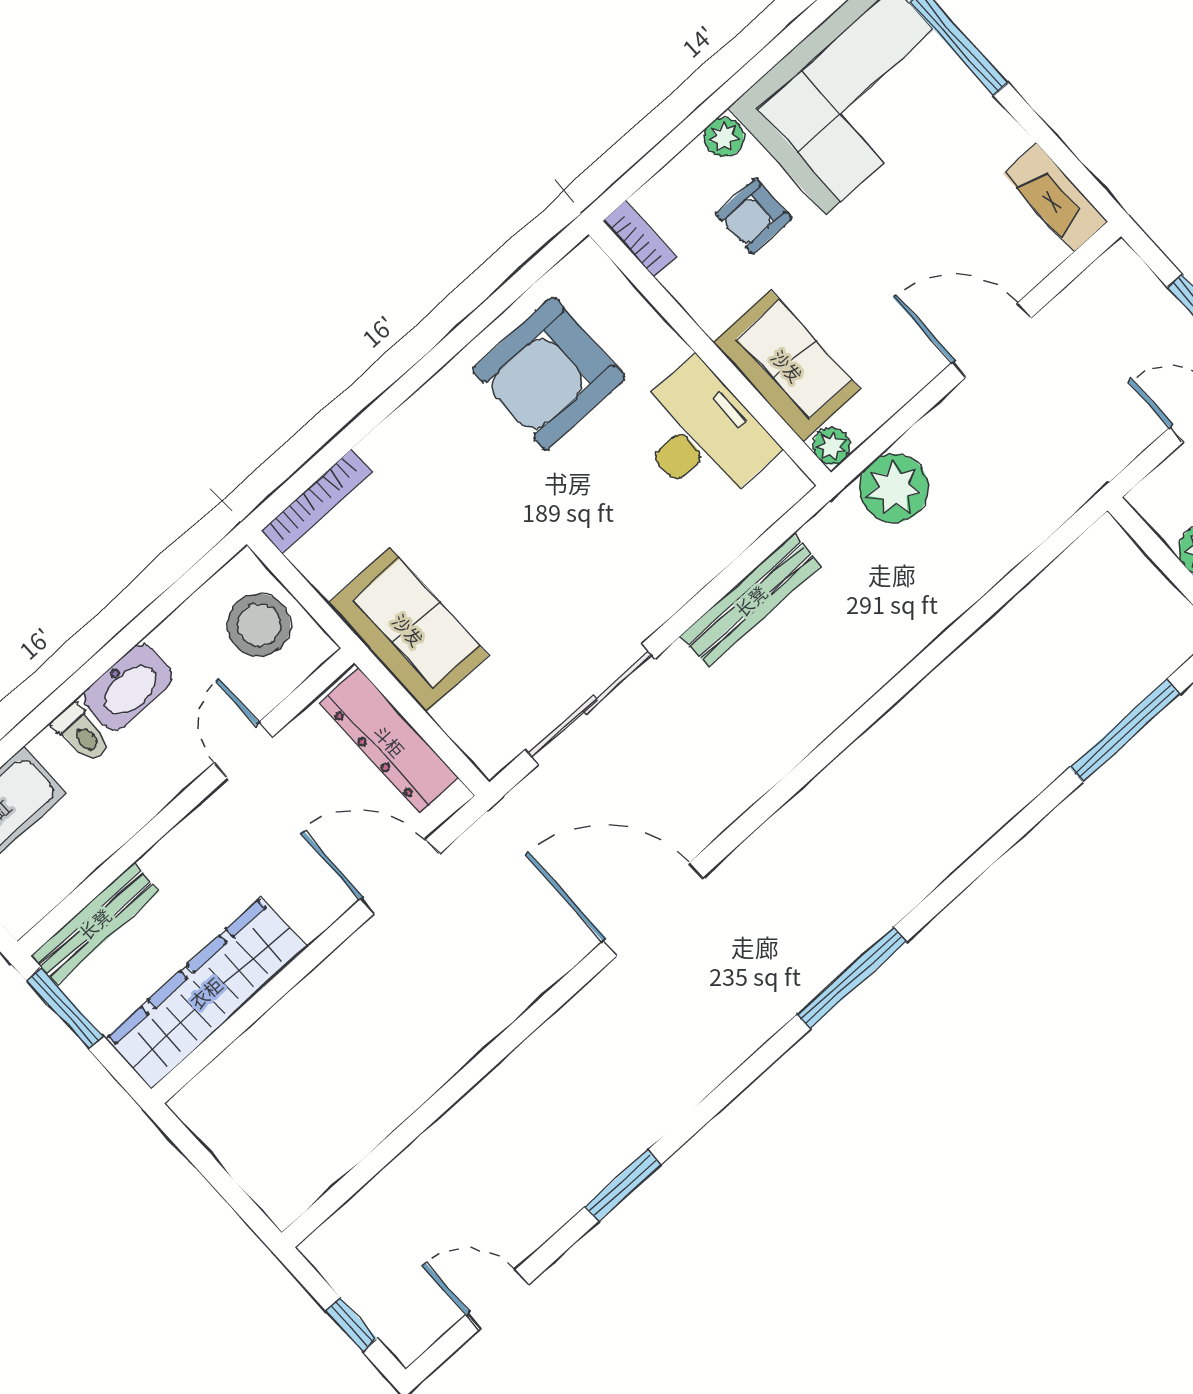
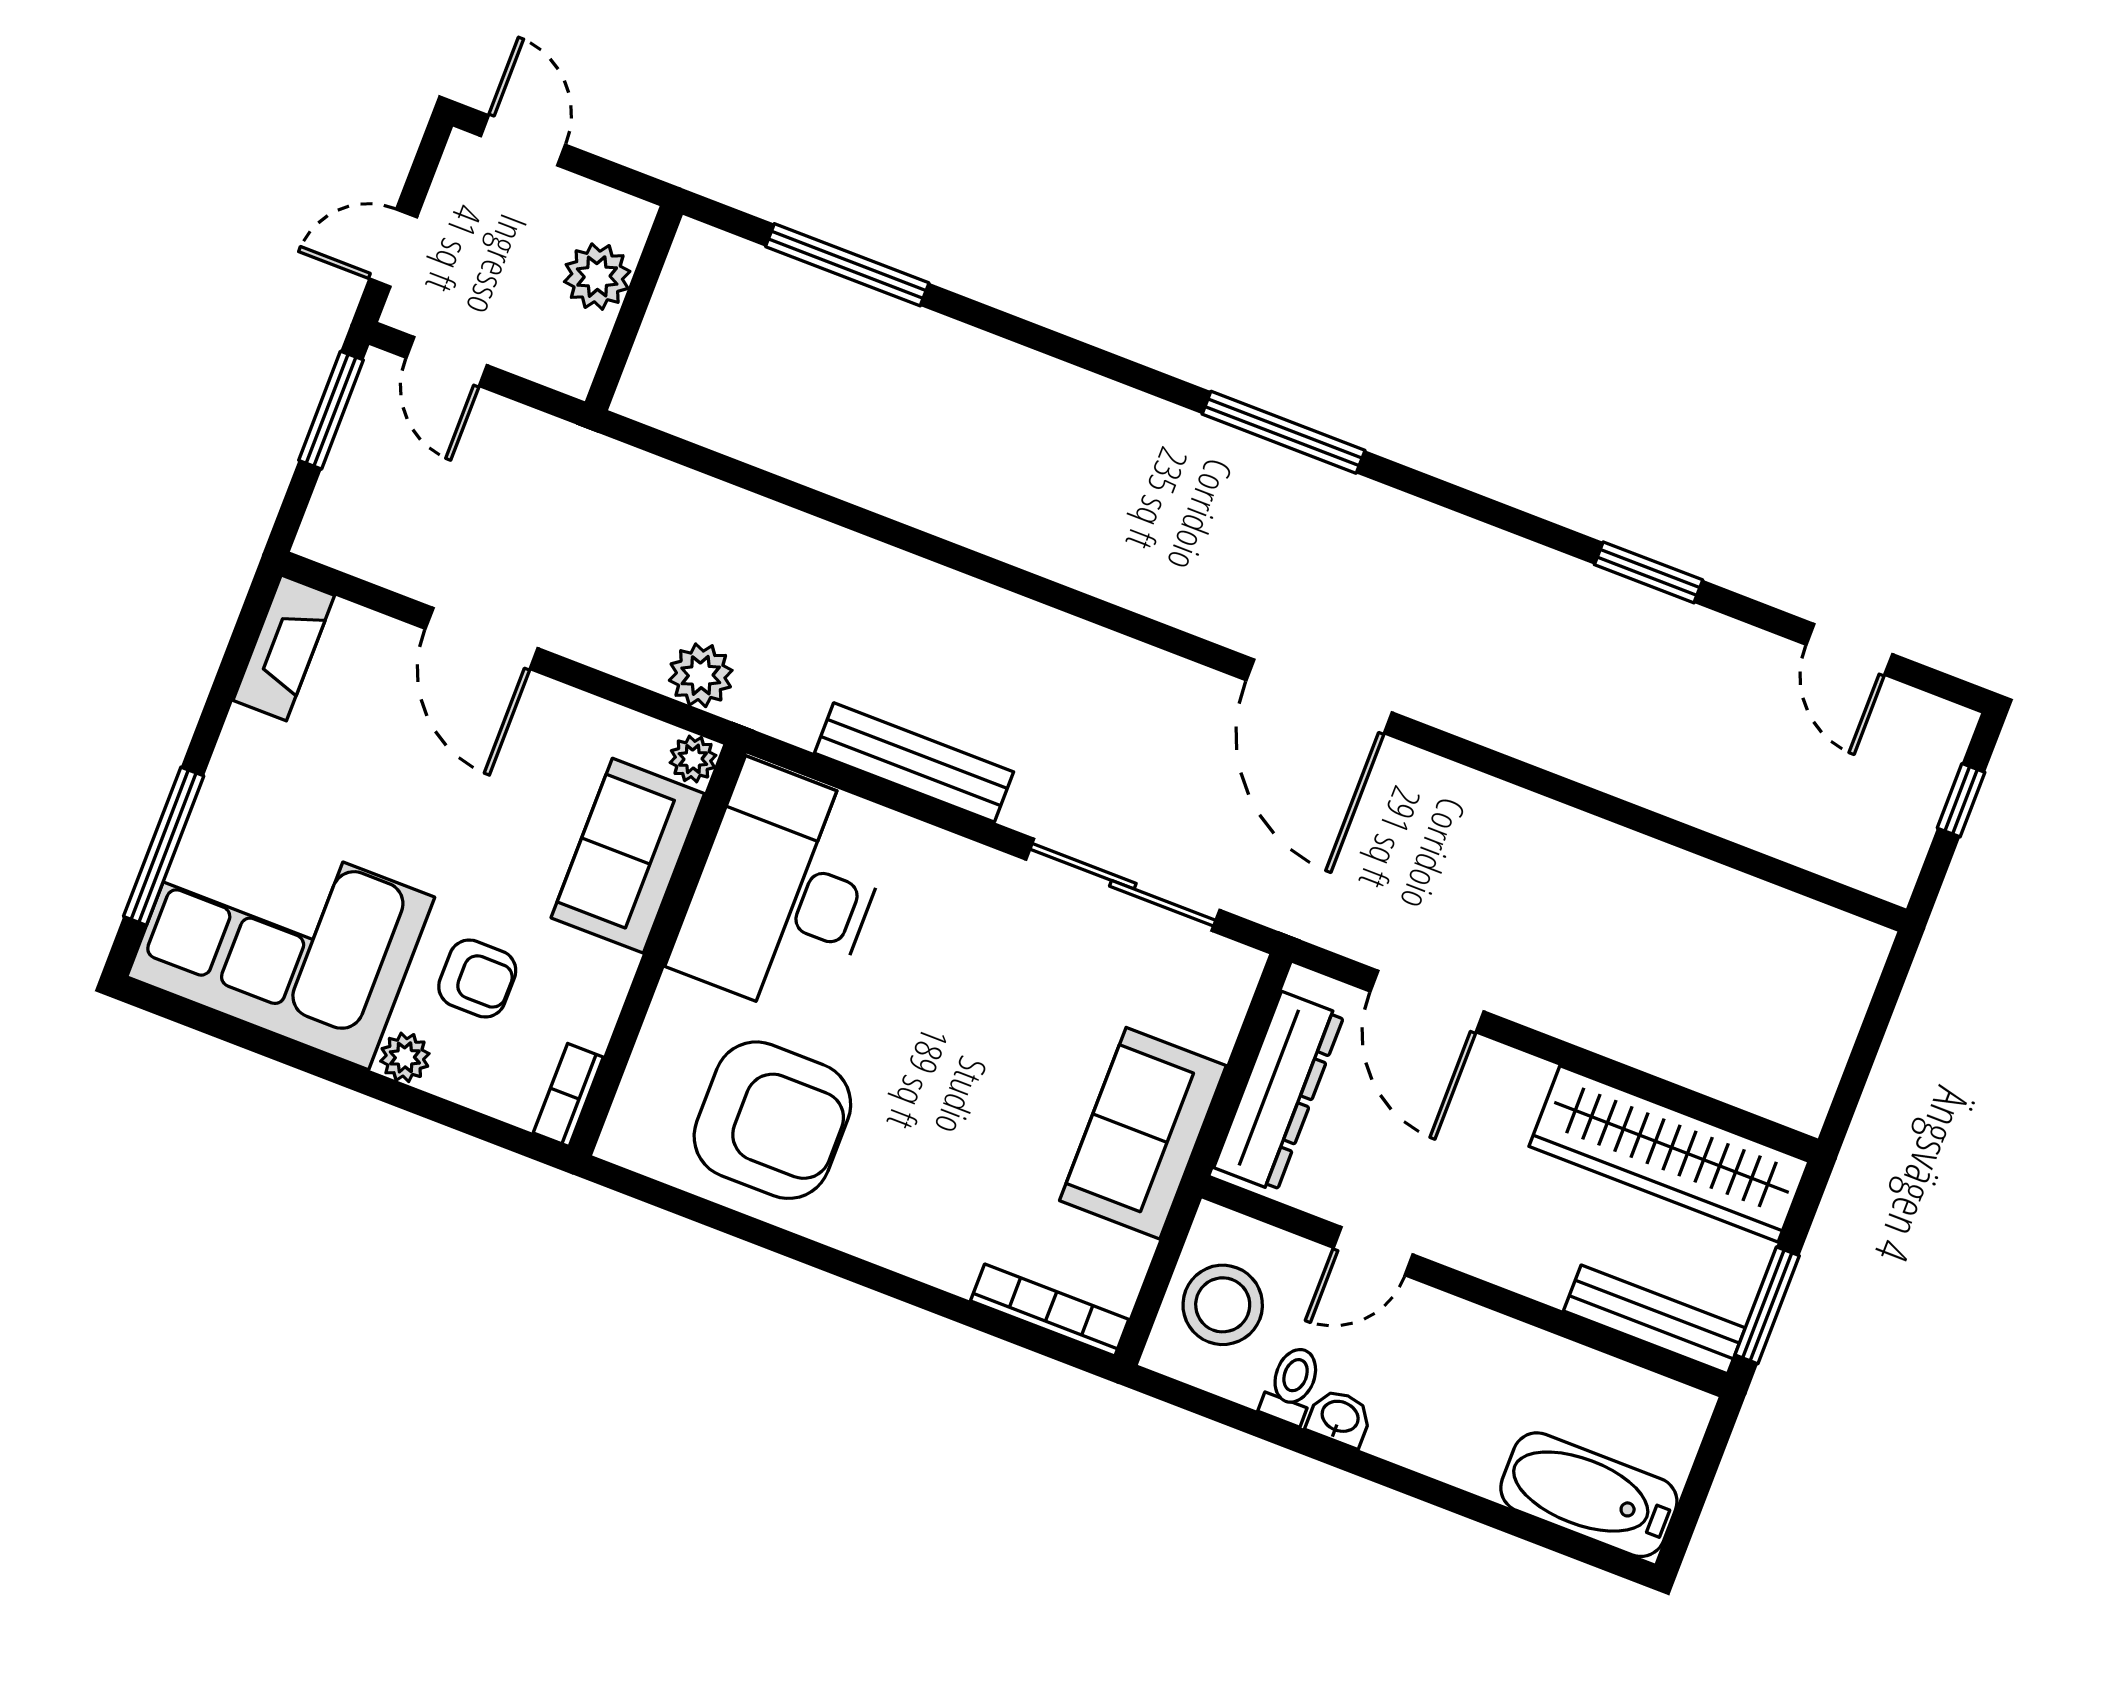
desk: (702, 435) -> (784, 891), width x1.36, depth x1.30
plant: (894, 488) -> (701, 675), width x0.73, depth x0.73
washbasin: (128, 687) -> (1340, 1418), width x0.52, depth x0.69
toilet: (81, 733) -> (1292, 1385), moved

